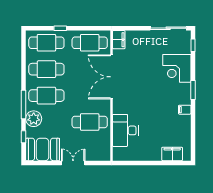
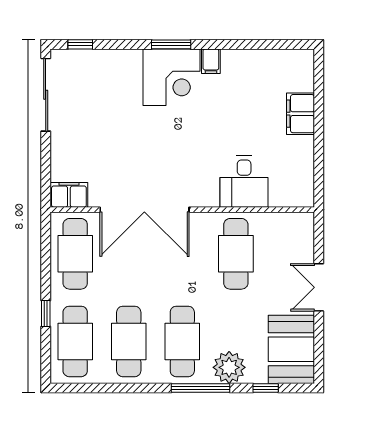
corner desk: (177, 68) -> (171, 77), moved
desk: (125, 130) -> (244, 182), width x0.73
filing cabinet: (172, 154) -> (301, 114), moved

